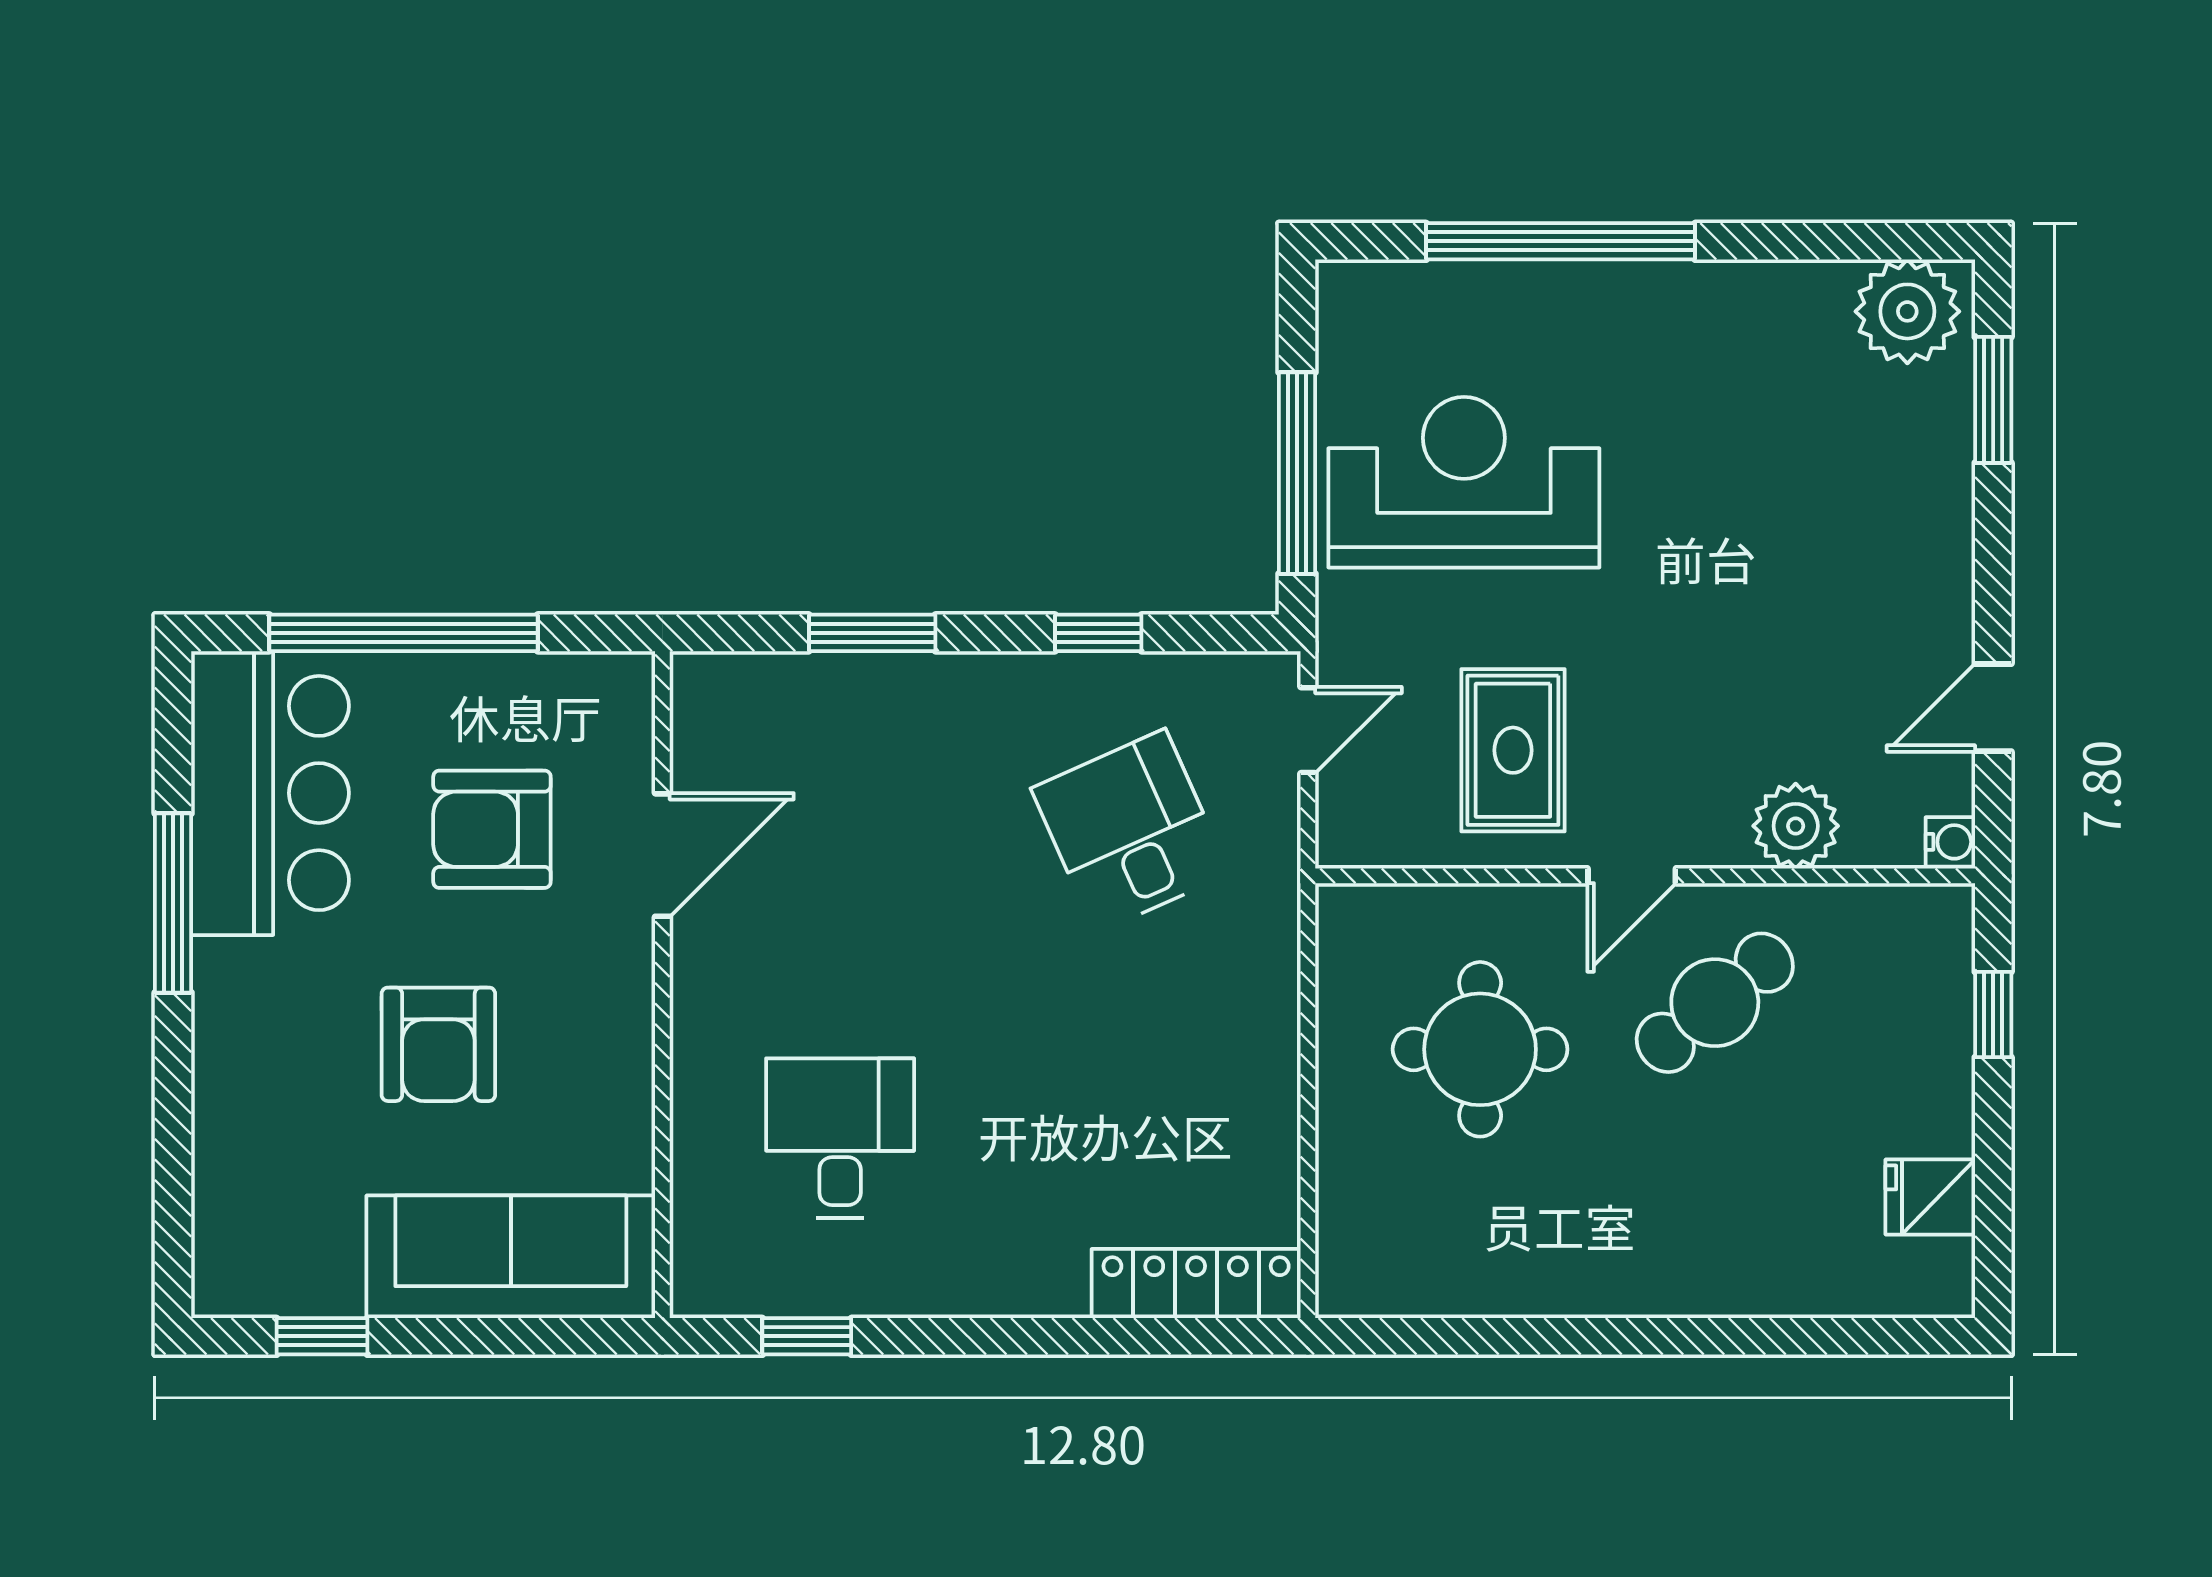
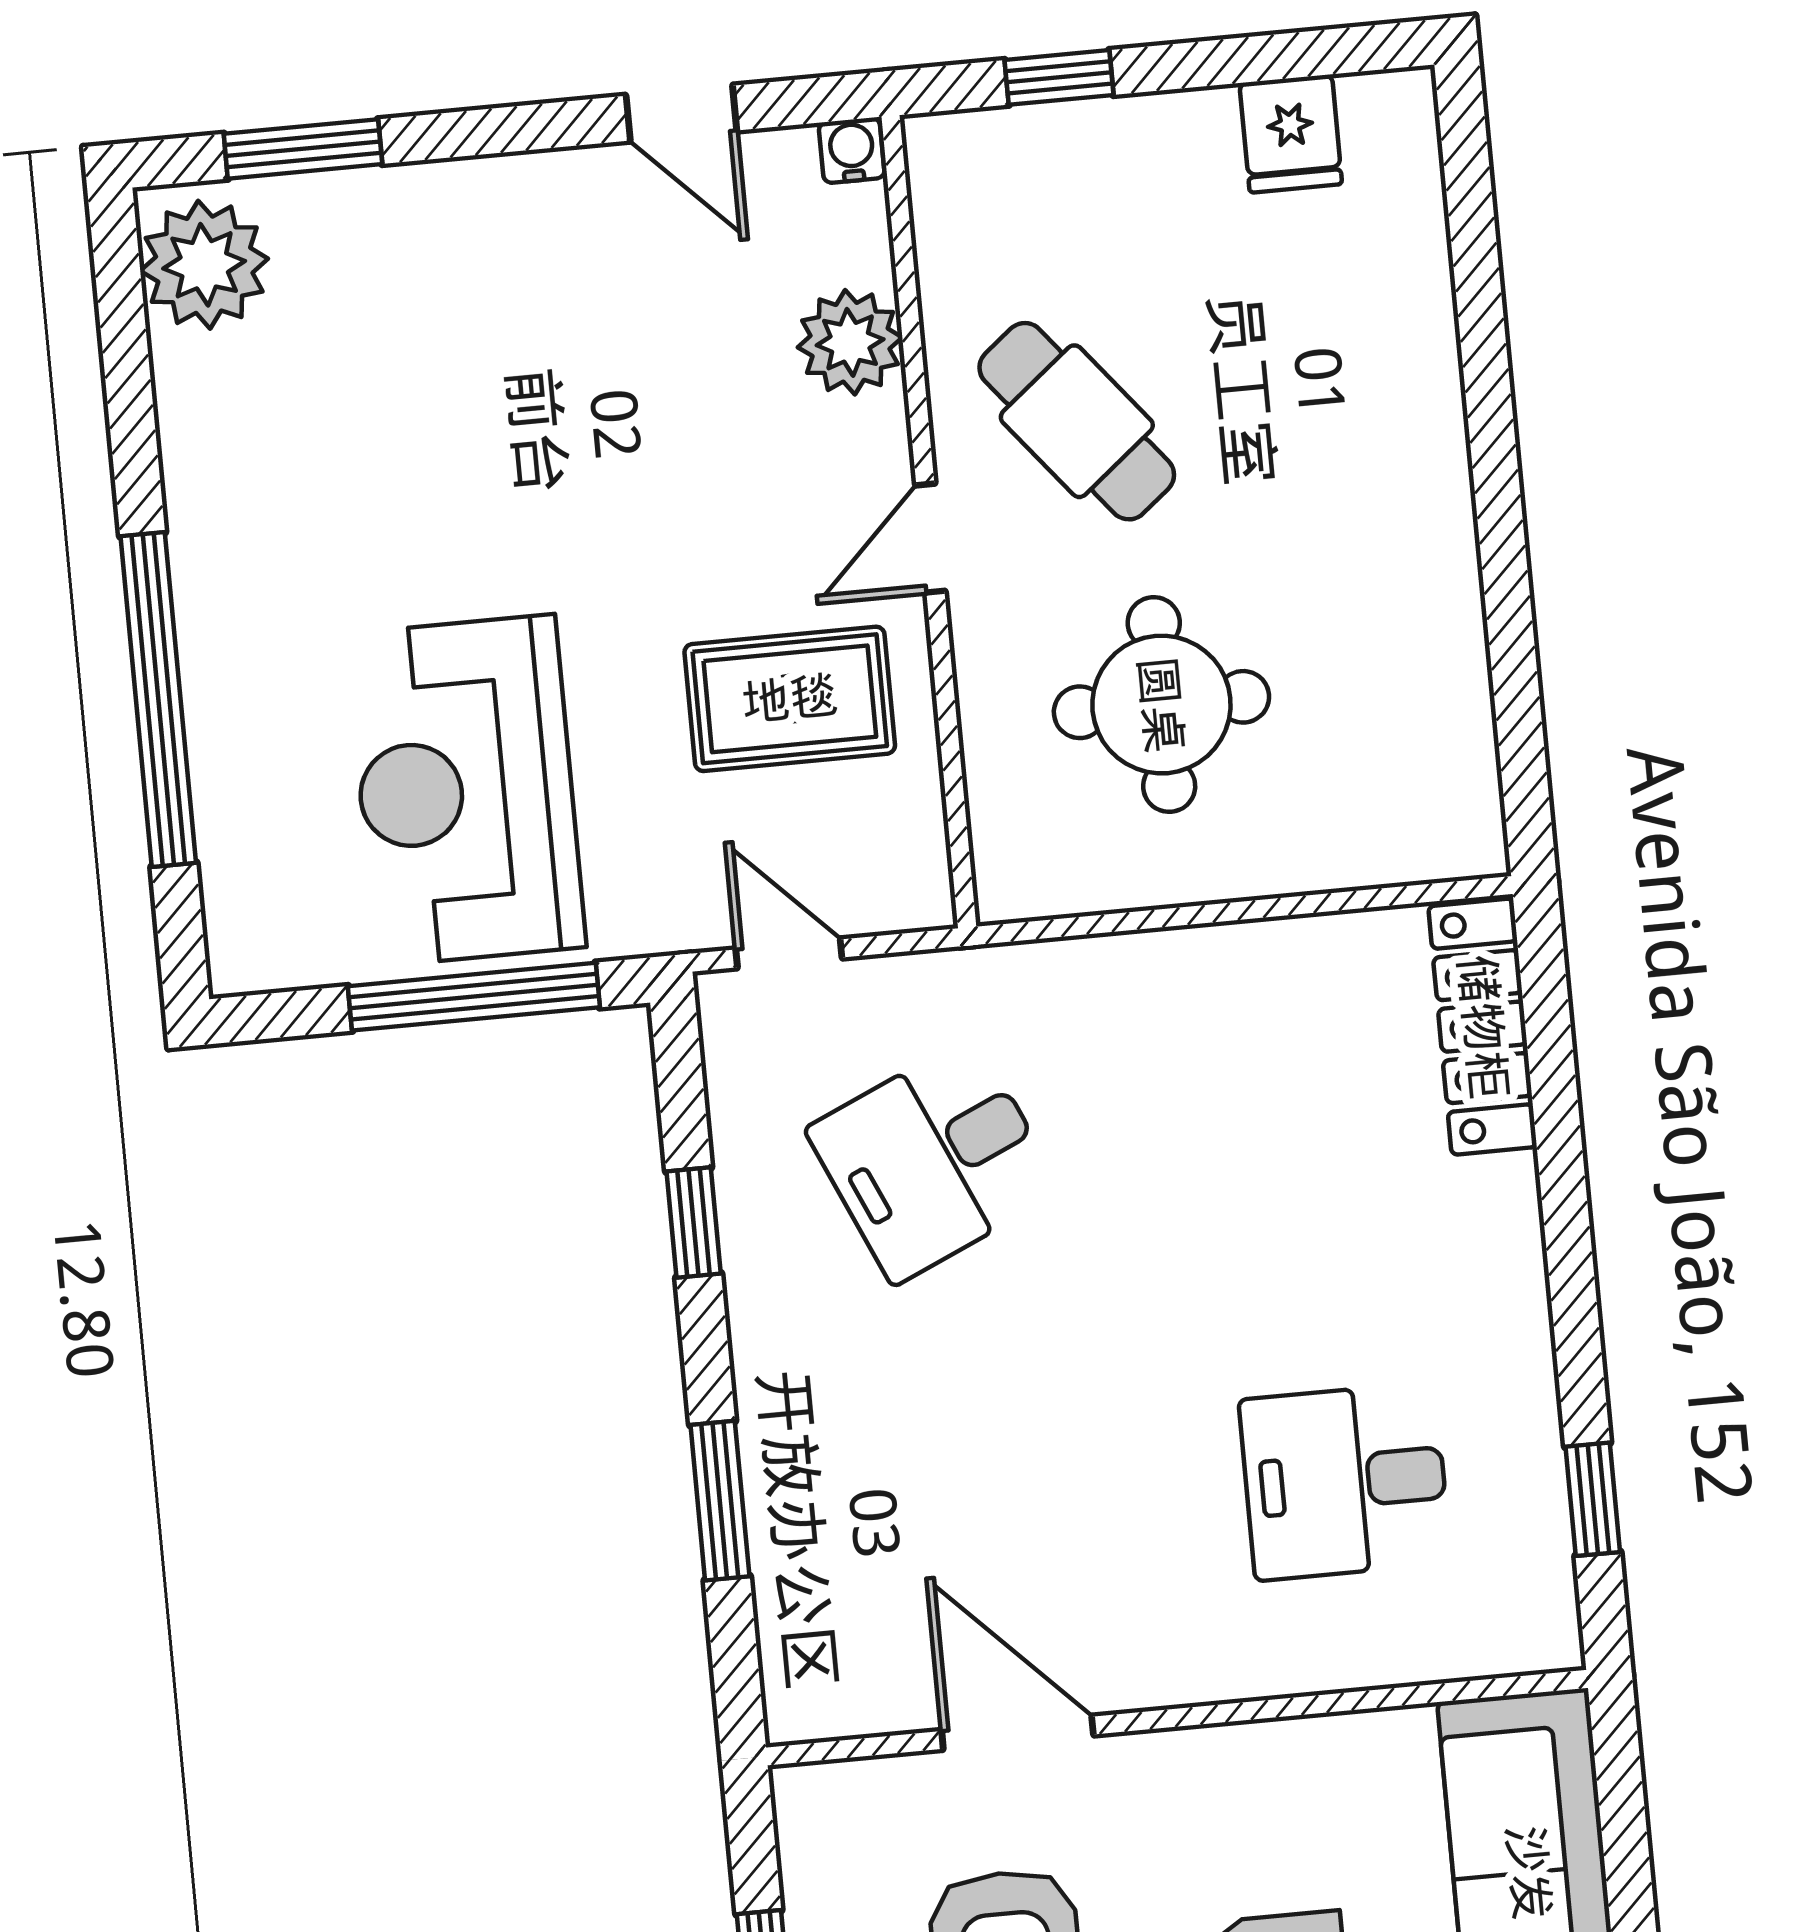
door: (1632, 876) -> (930, 538), swing flipped

